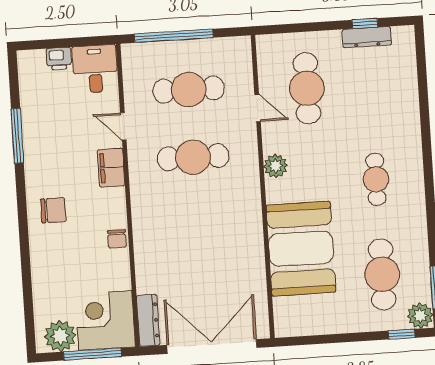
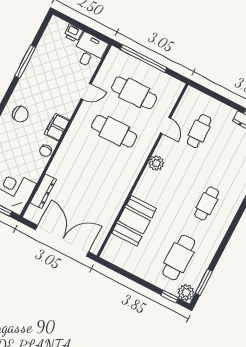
cafe table: (307, 88) -> (199, 131), width x0.73, depth x0.74
door: (123, 126) -> (86, 91), swing flipped
filing cabinet: (111, 168) -> (57, 127), moved
booth: (301, 249) -> (134, 221), width x0.73, depth x0.70
dresser: (148, 320) -> (43, 191), moved

